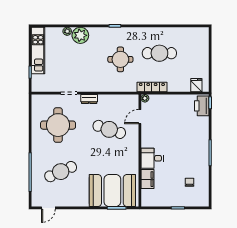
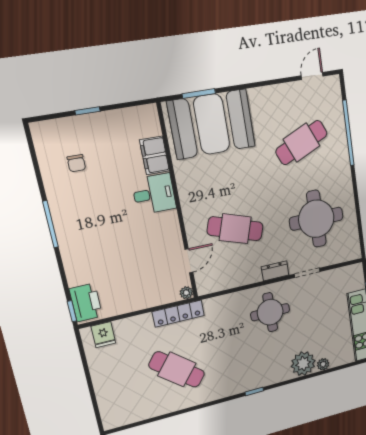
cafe table: (159, 53) -> (177, 369), turned 39
round table: (120, 59) -> (270, 312), moved

